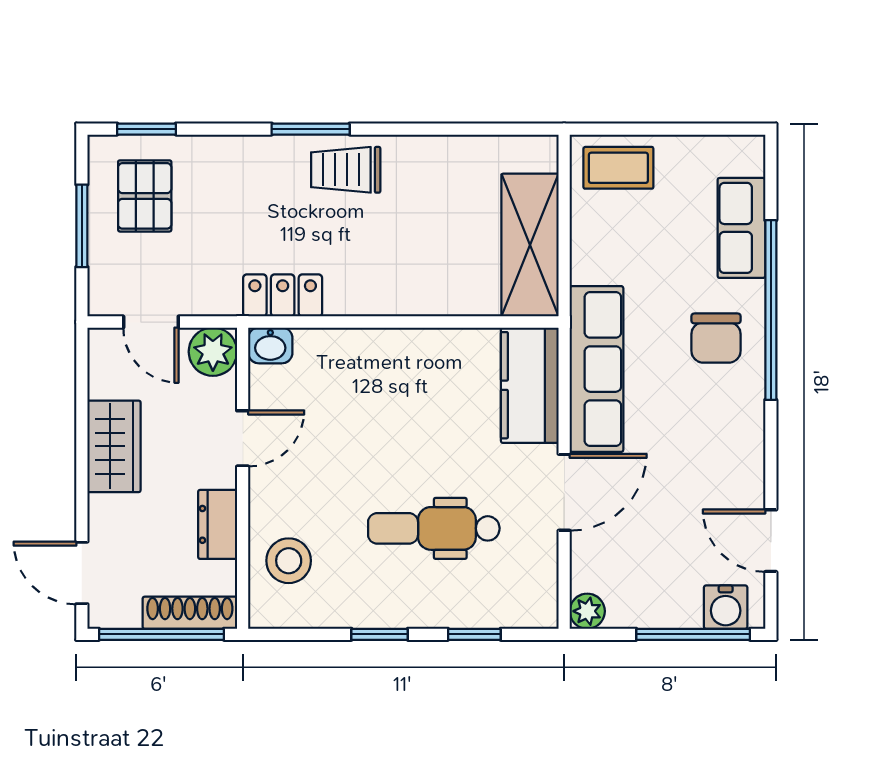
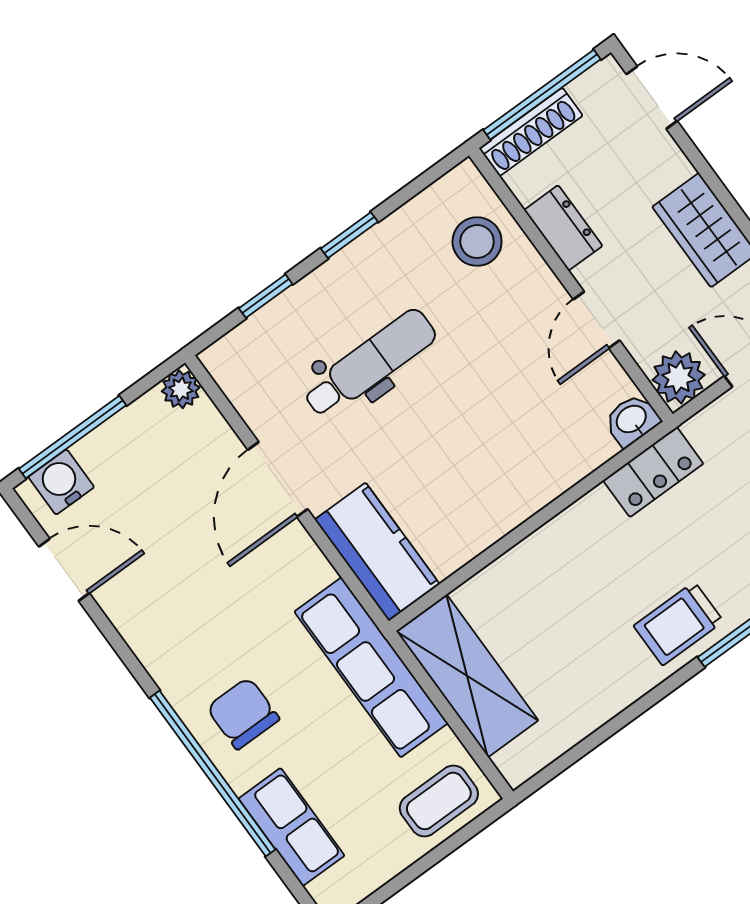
trolley: (346, 170) -> (678, 624), turned 180
row of seats: (596, 369) -> (371, 667), moved

